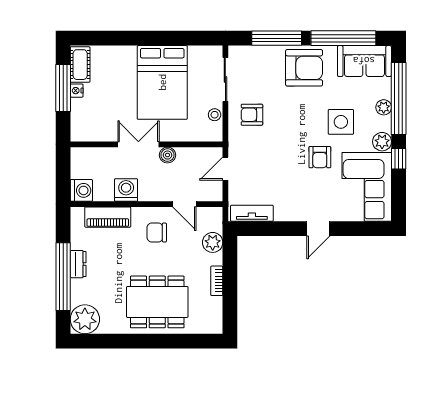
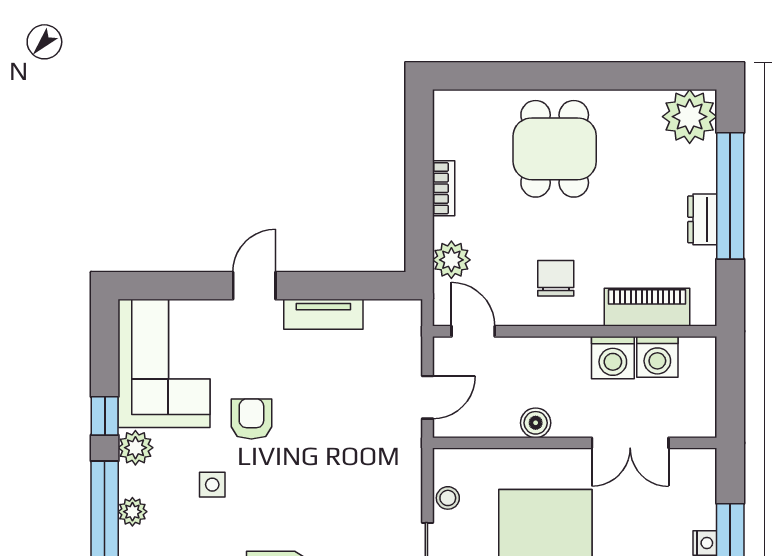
armchair: (252, 115) -> (378, 498), removed
side table: (341, 122) -> (212, 485), width x0.54, depth x0.54
double door: (138, 144) -> (630, 443), moved
washing machine: (81, 190) -> (657, 357), moved, turned -90
door: (184, 204) -> (473, 331), moved
tv unit: (252, 213) -> (323, 314), moved
chair: (157, 233) -> (556, 278), turned -90
dining table: (157, 302) -> (555, 149), width x0.73

